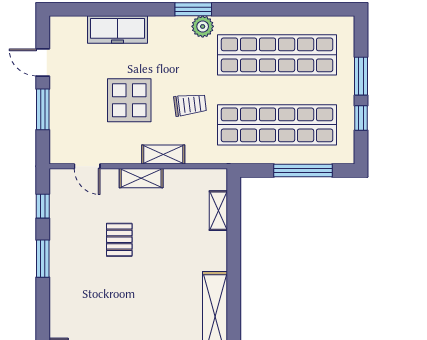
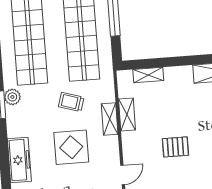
trolley: (190, 105) -> (71, 102), turned -66
shelving: (141, 178) -> (127, 115), moved

